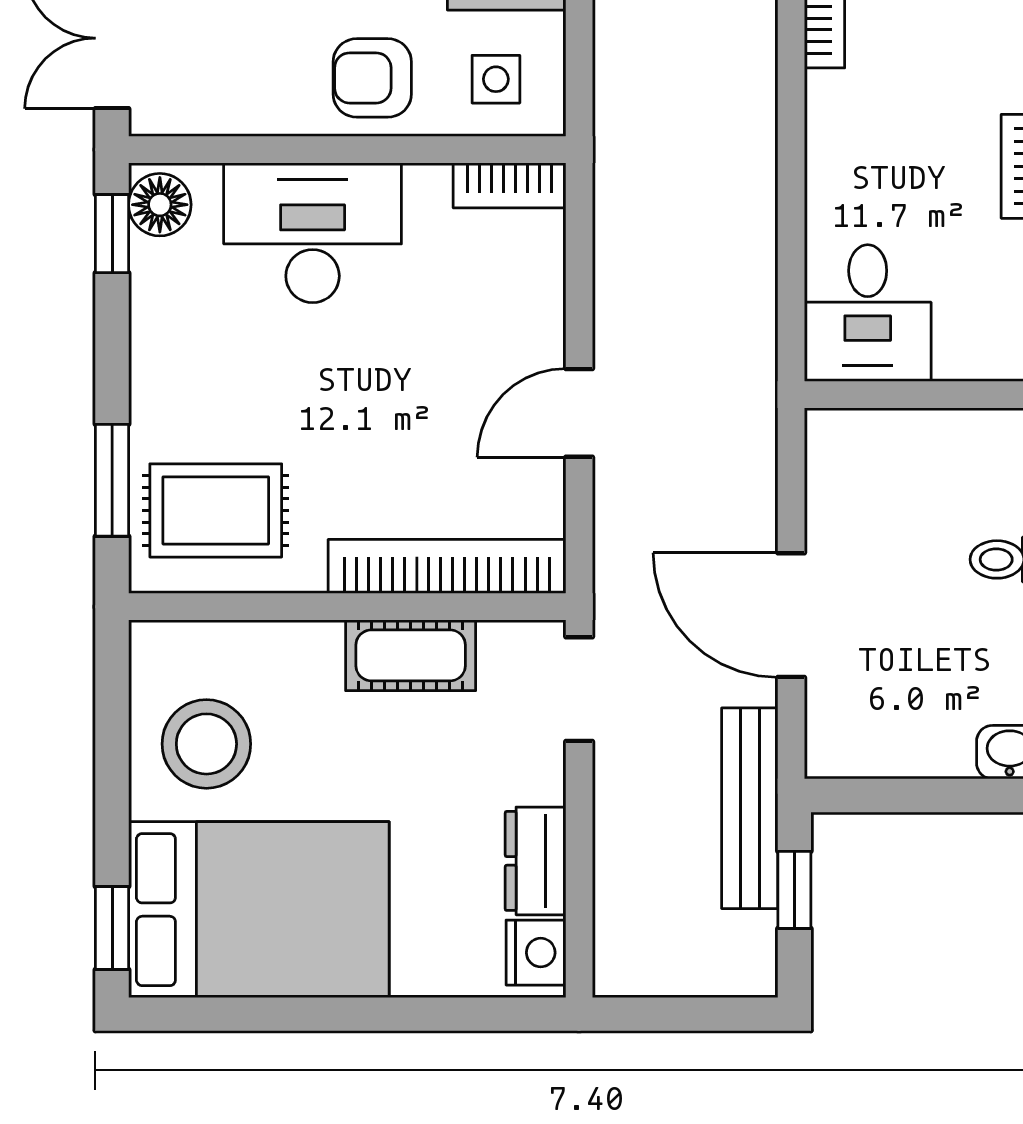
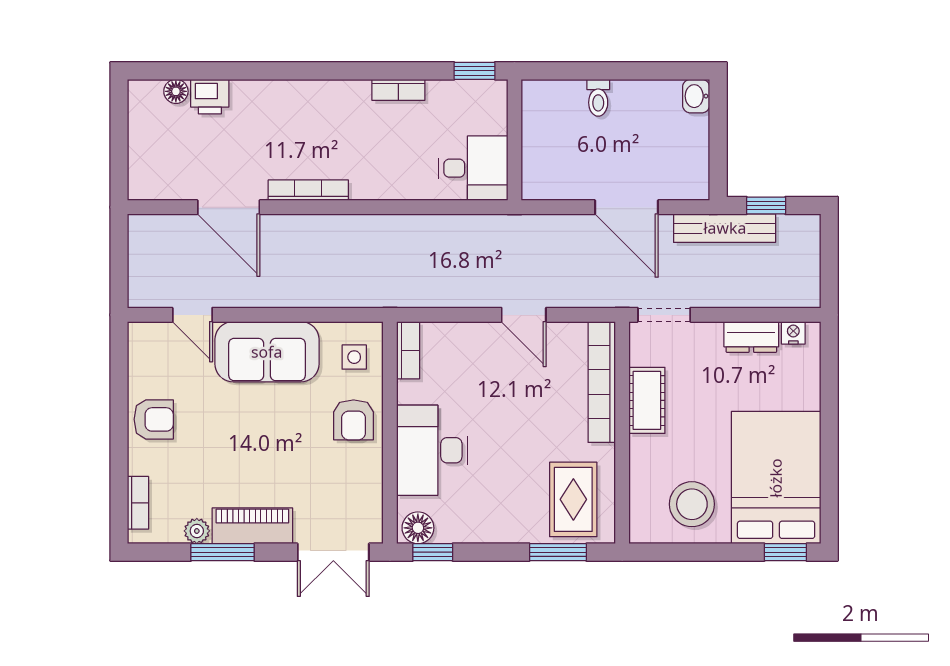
door: (791, 615) -> (626, 207), hinge flipped
nightstand: (536, 953) -> (793, 333), width x0.72, depth x0.74

